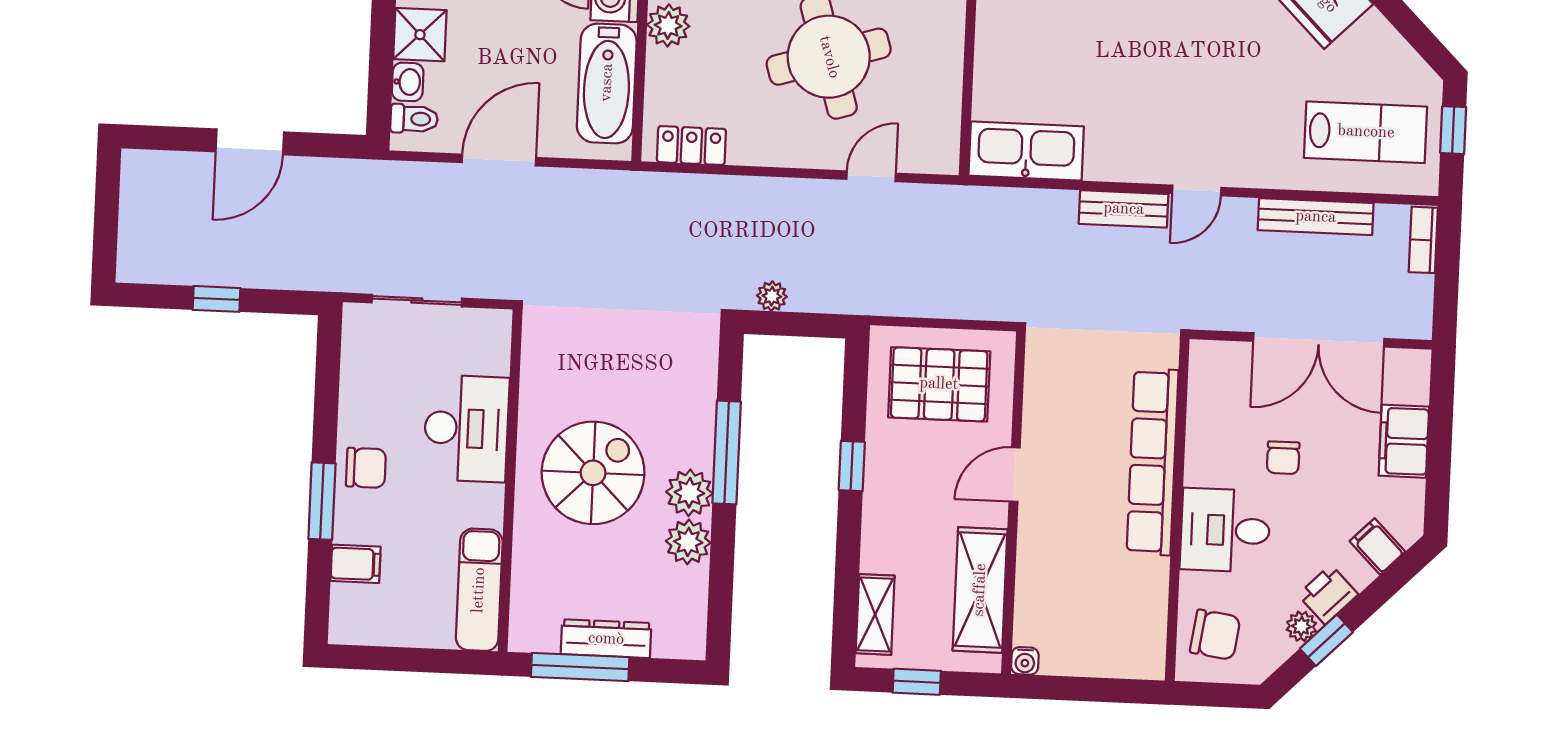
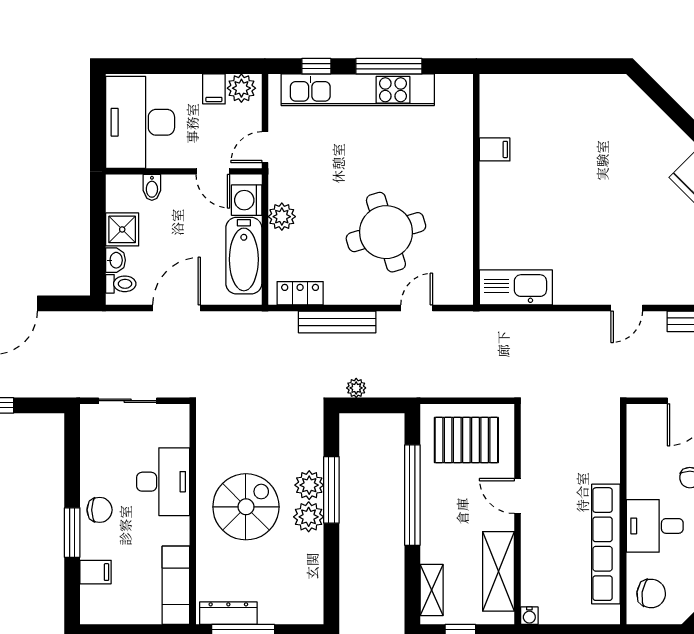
bench: (1124, 209) -> (337, 322), moved, width x1.36
row of seats: (1152, 462) -> (606, 544), moved
window: (852, 466) -> (412, 495), width x3.17
door: (1015, 474) -> (518, 496), hinge flipped
plant: (688, 542) -> (309, 485), moved
dresser: (606, 639) -> (228, 613), moved

